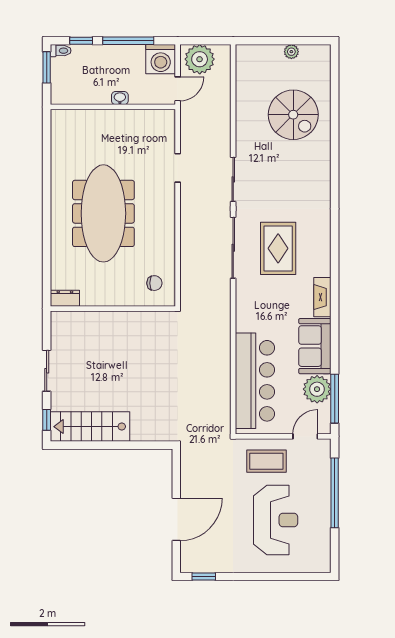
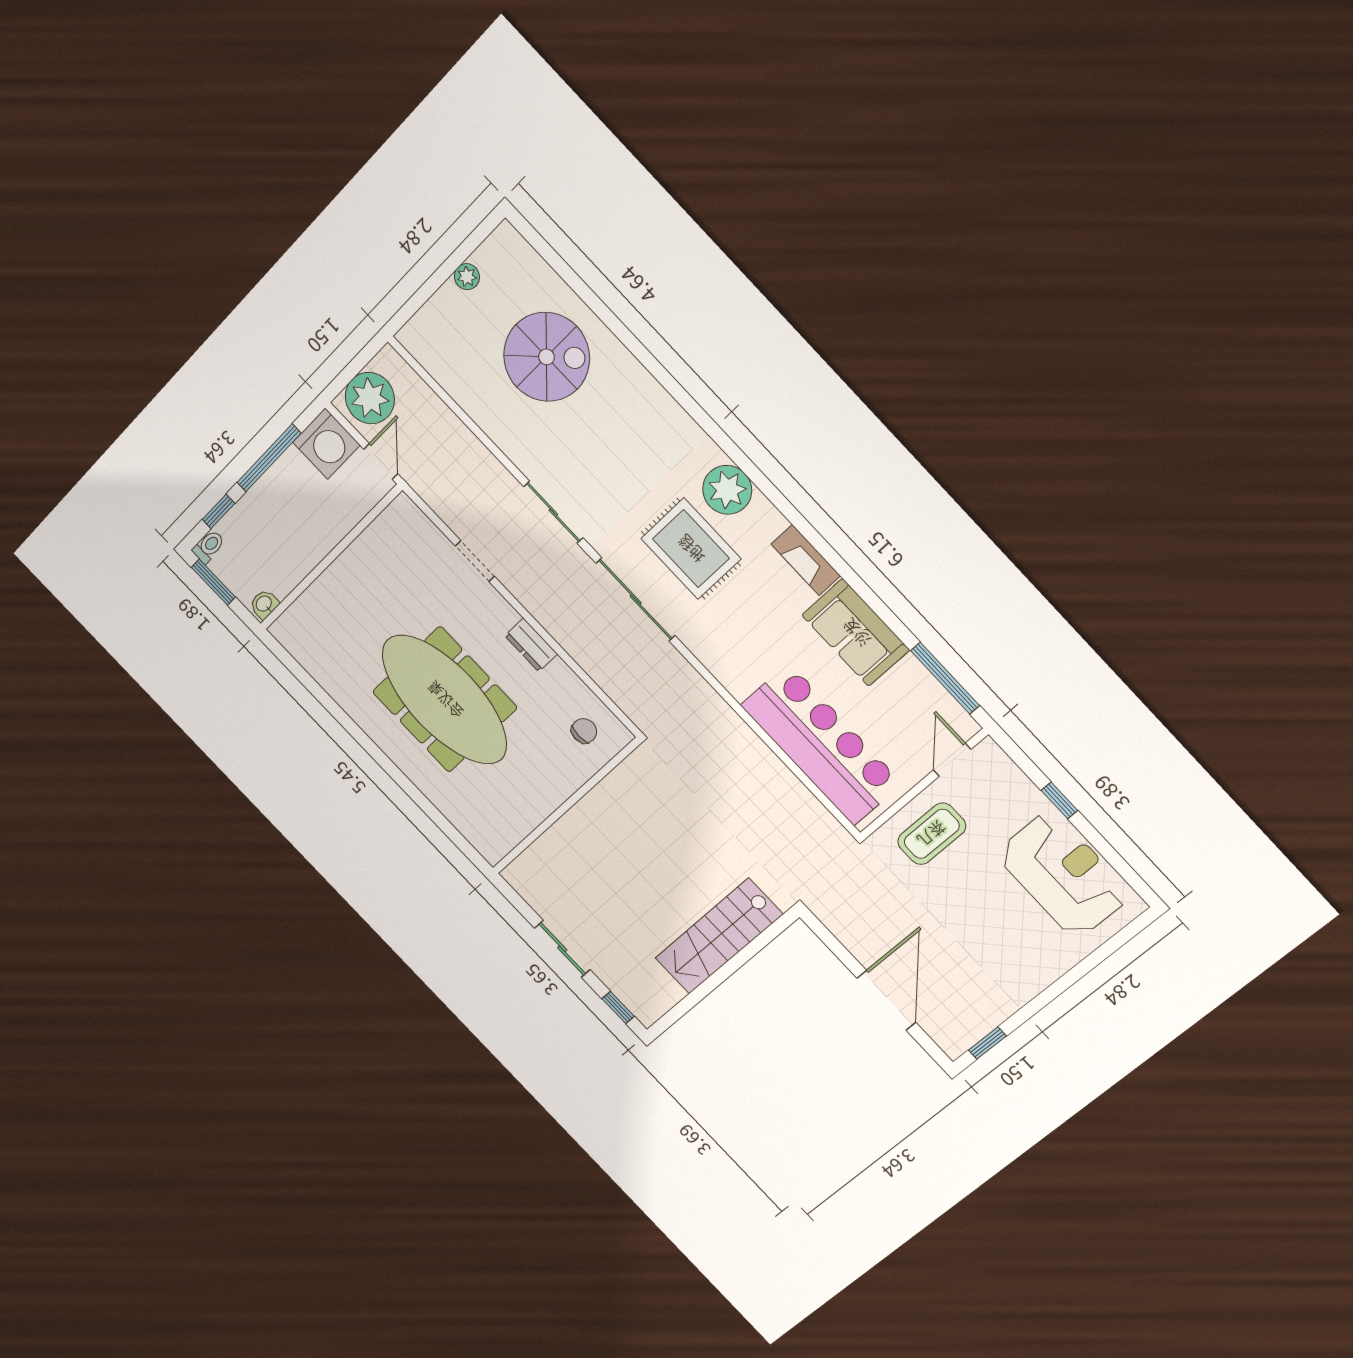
washbasin: (120, 98) -> (264, 604), moved
dresser: (65, 298) -> (531, 645), moved, turned -90
plant: (317, 389) -> (727, 490), moved
stairs: (90, 427) -> (719, 936), moved
window: (335, 493) -> (1059, 800), width x0.32
reception desk: (276, 520) -> (1063, 875), moved

